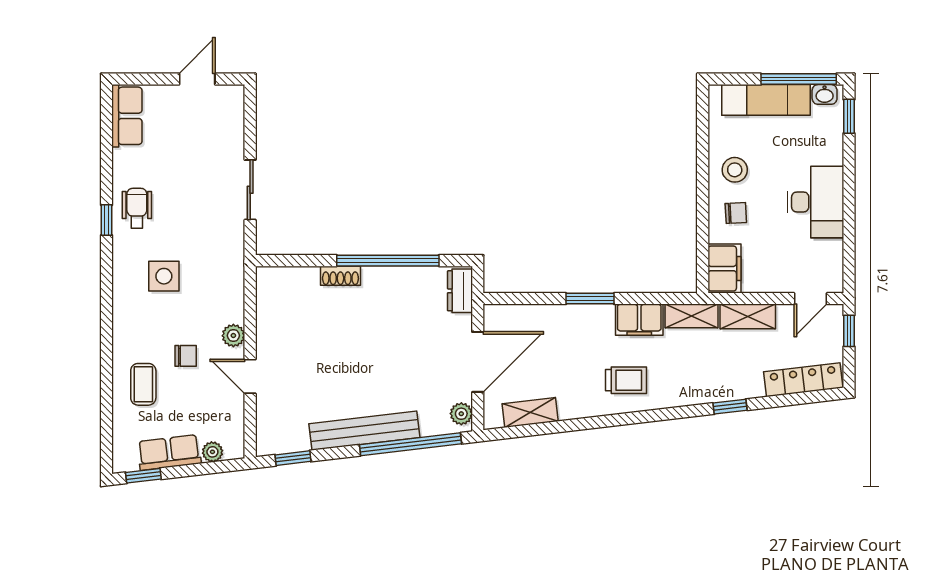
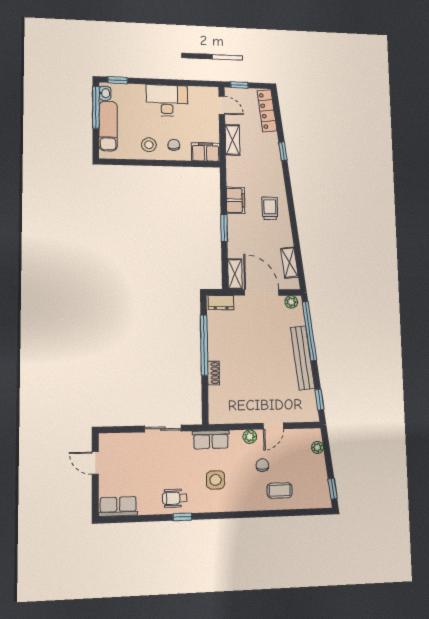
shelving: (691, 316) -> (235, 274), moved
row of seats: (169, 452) -> (211, 440), moved, turned -83

